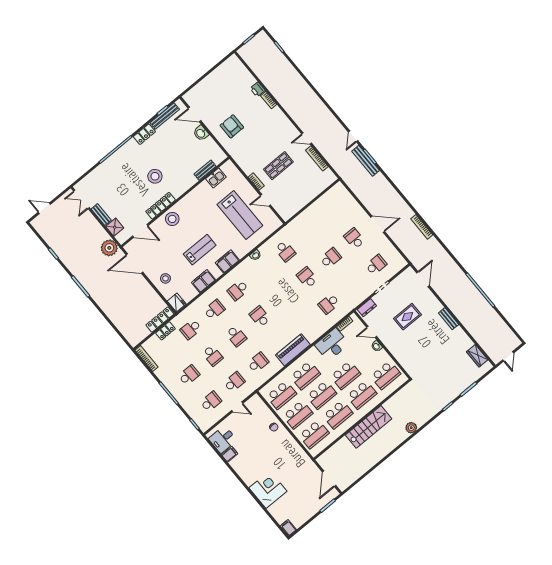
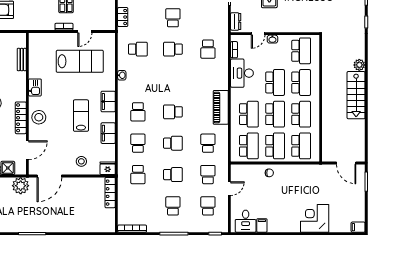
kitchen sink: (216, 178) -> (35, 87), moved
locker: (165, 331) -> (123, 17), moved
stairs: (369, 427) -> (356, 95), moved, turned 180

